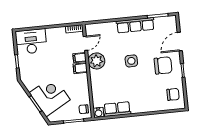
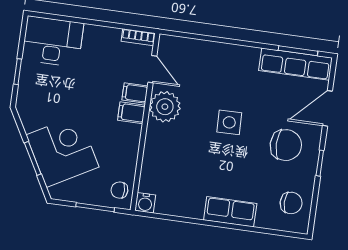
row of seats: (135, 25) -> (295, 64), moved
door: (85, 43) -> (152, 69), hinge flipped
row of seats: (117, 109) -> (230, 212), moved

